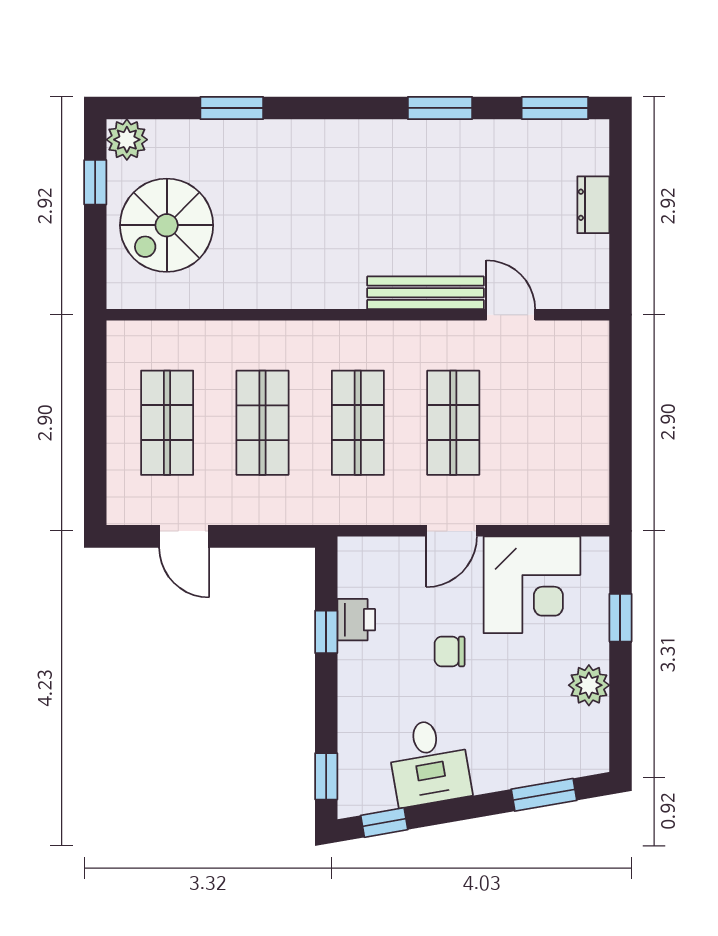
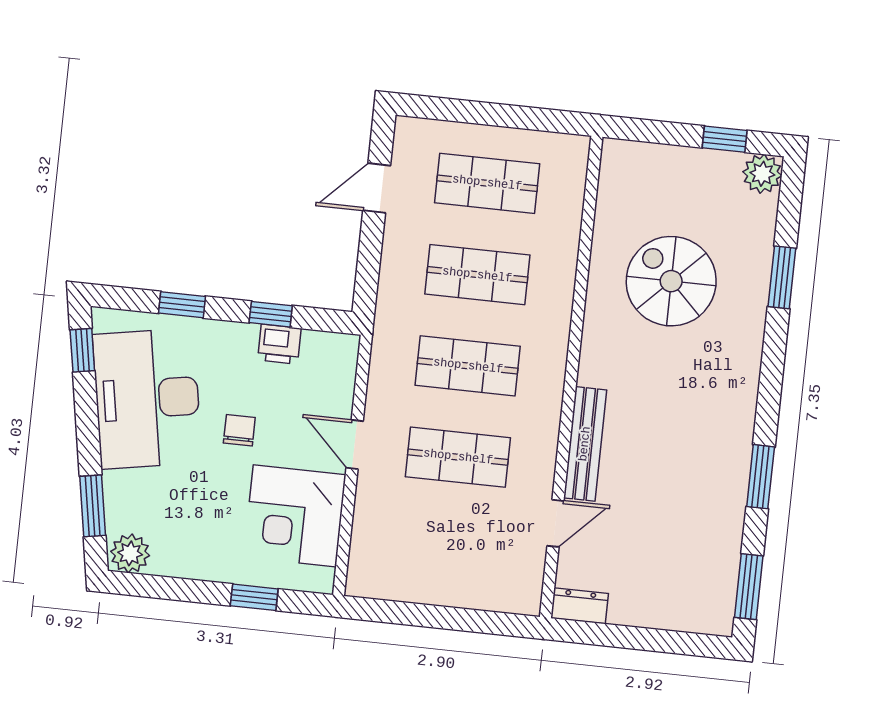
dresser: (593, 205) -> (580, 606), moved
spiral stairs: (167, 225) -> (671, 281), moved
plant: (589, 685) -> (130, 553), moved
desk: (429, 762) -> (147, 399), width x1.87, depth x1.30
window: (326, 776) -> (182, 305), moved

